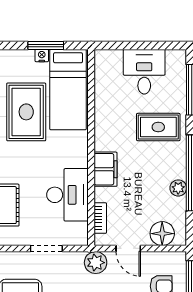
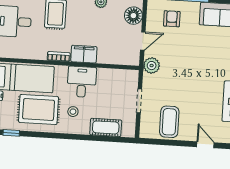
stool: (26, 159) -> (73, 112), added
desk: (68, 195) -> (82, 82), moved, width x0.73
bookcase: (100, 218) -> (59, 57), moved

